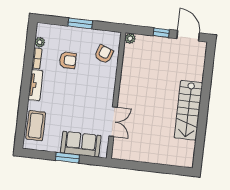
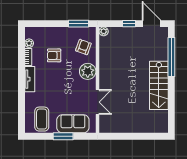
window: (80, 23) -> (78, 24), moved
armchair: (68, 60) -> (54, 55), turned 180
window: (207, 78) -> (171, 57), added
plant: (106, 84) -> (88, 71), added
coffee table: (36, 126) -> (42, 119), moved

